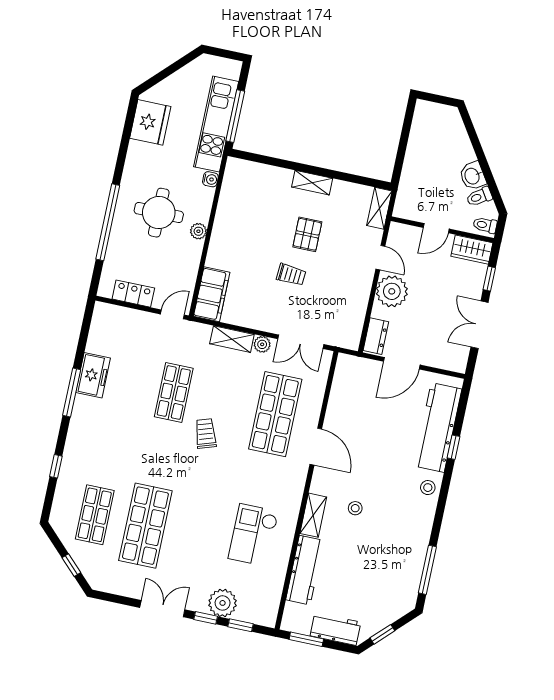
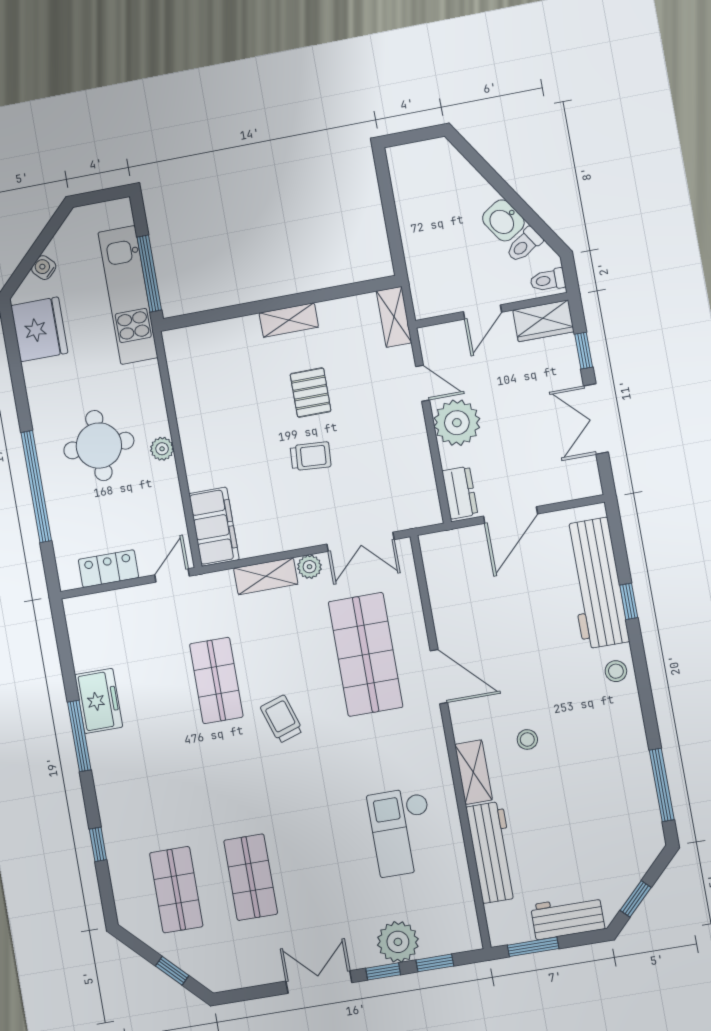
water cooler: (210, 179) -> (44, 268), moved, turned -135
shop shelf: (145, 526) -> (251, 877), width x0.70, depth x0.74

